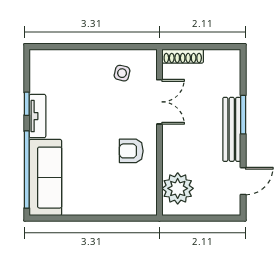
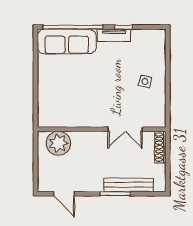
side table: (122, 73) -> (145, 82), moved
bench: (232, 129) -> (129, 185), moved
armchair: (131, 151) -> (87, 108), removed

